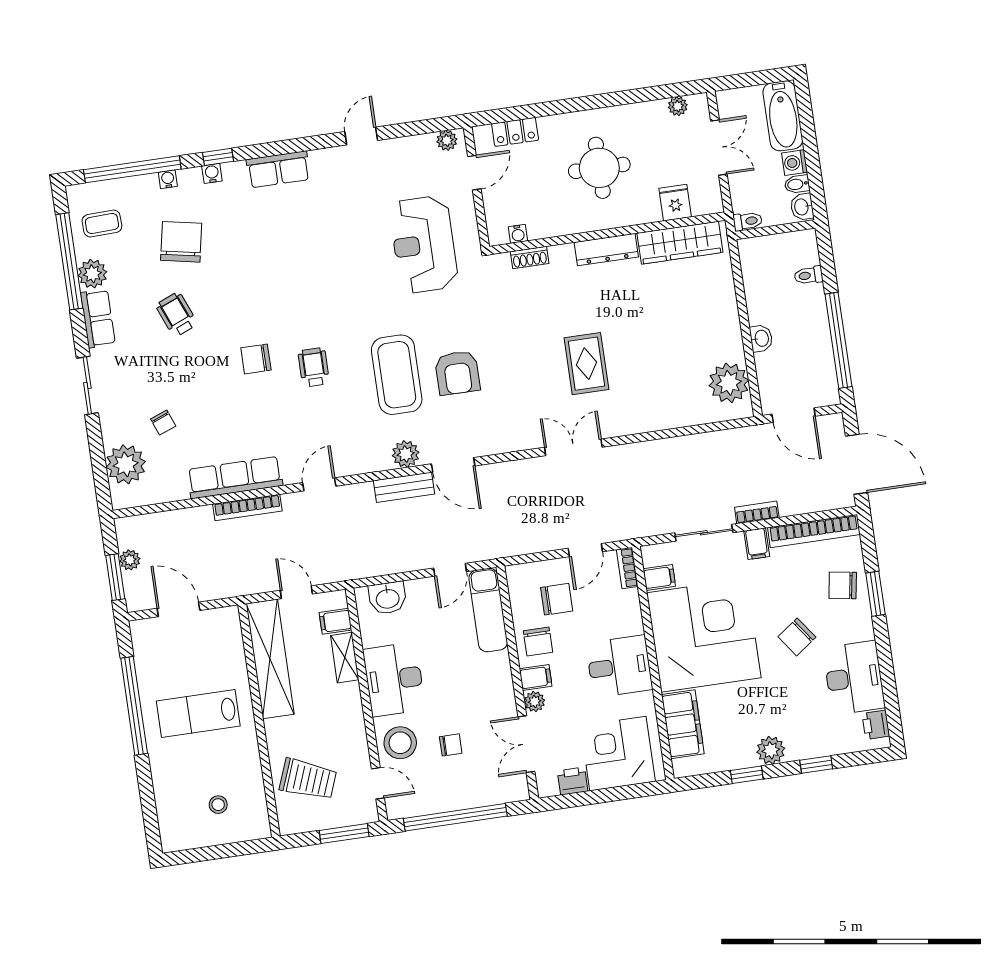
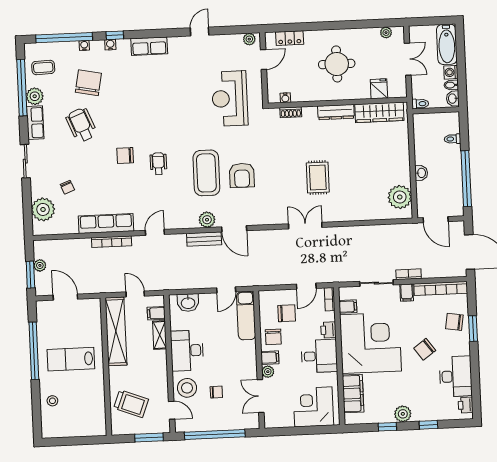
wheelchair: (176, 315) -> (81, 125), width x1.36, depth x1.37
printer: (573, 781) -> (328, 330), moved, turned -90
stool: (218, 805) -> (52, 401), moved

